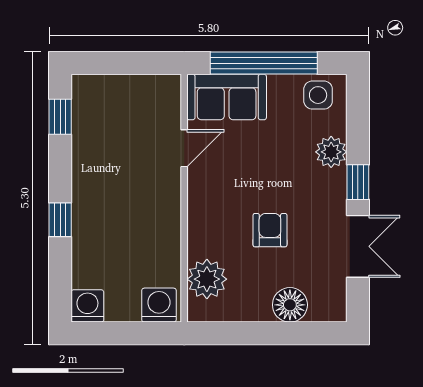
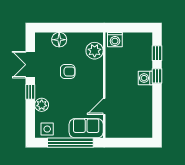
window: (60, 117) -> (157, 53), moved
armchair: (270, 230) -> (68, 71), turned -90
washing machine: (87, 306) -> (145, 78), moved, turned 90

